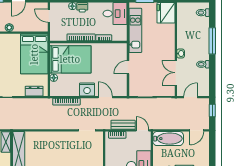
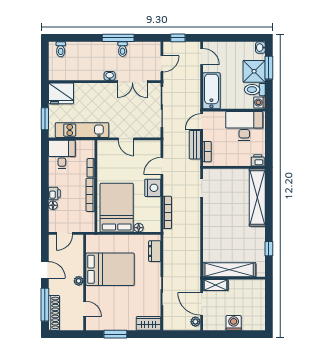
window: (212, 41) -> (118, 38), moved
bed: (34, 54) -> (110, 269), moved
door: (191, 97) -> (162, 64), swing flipped

